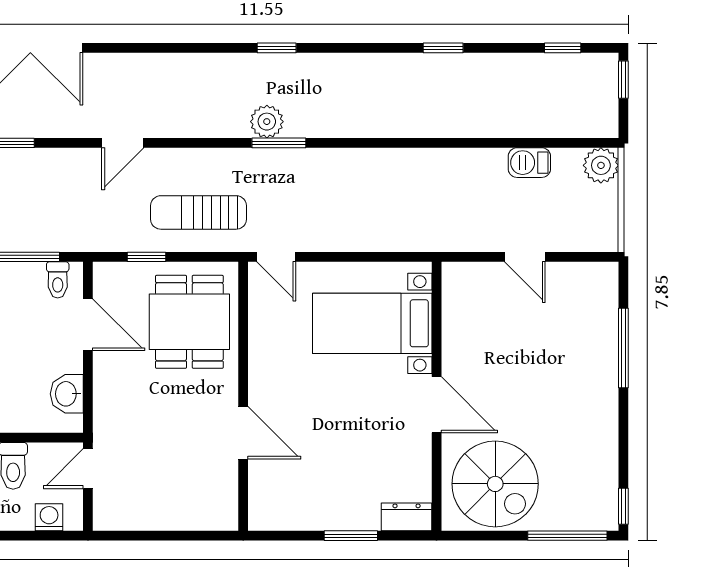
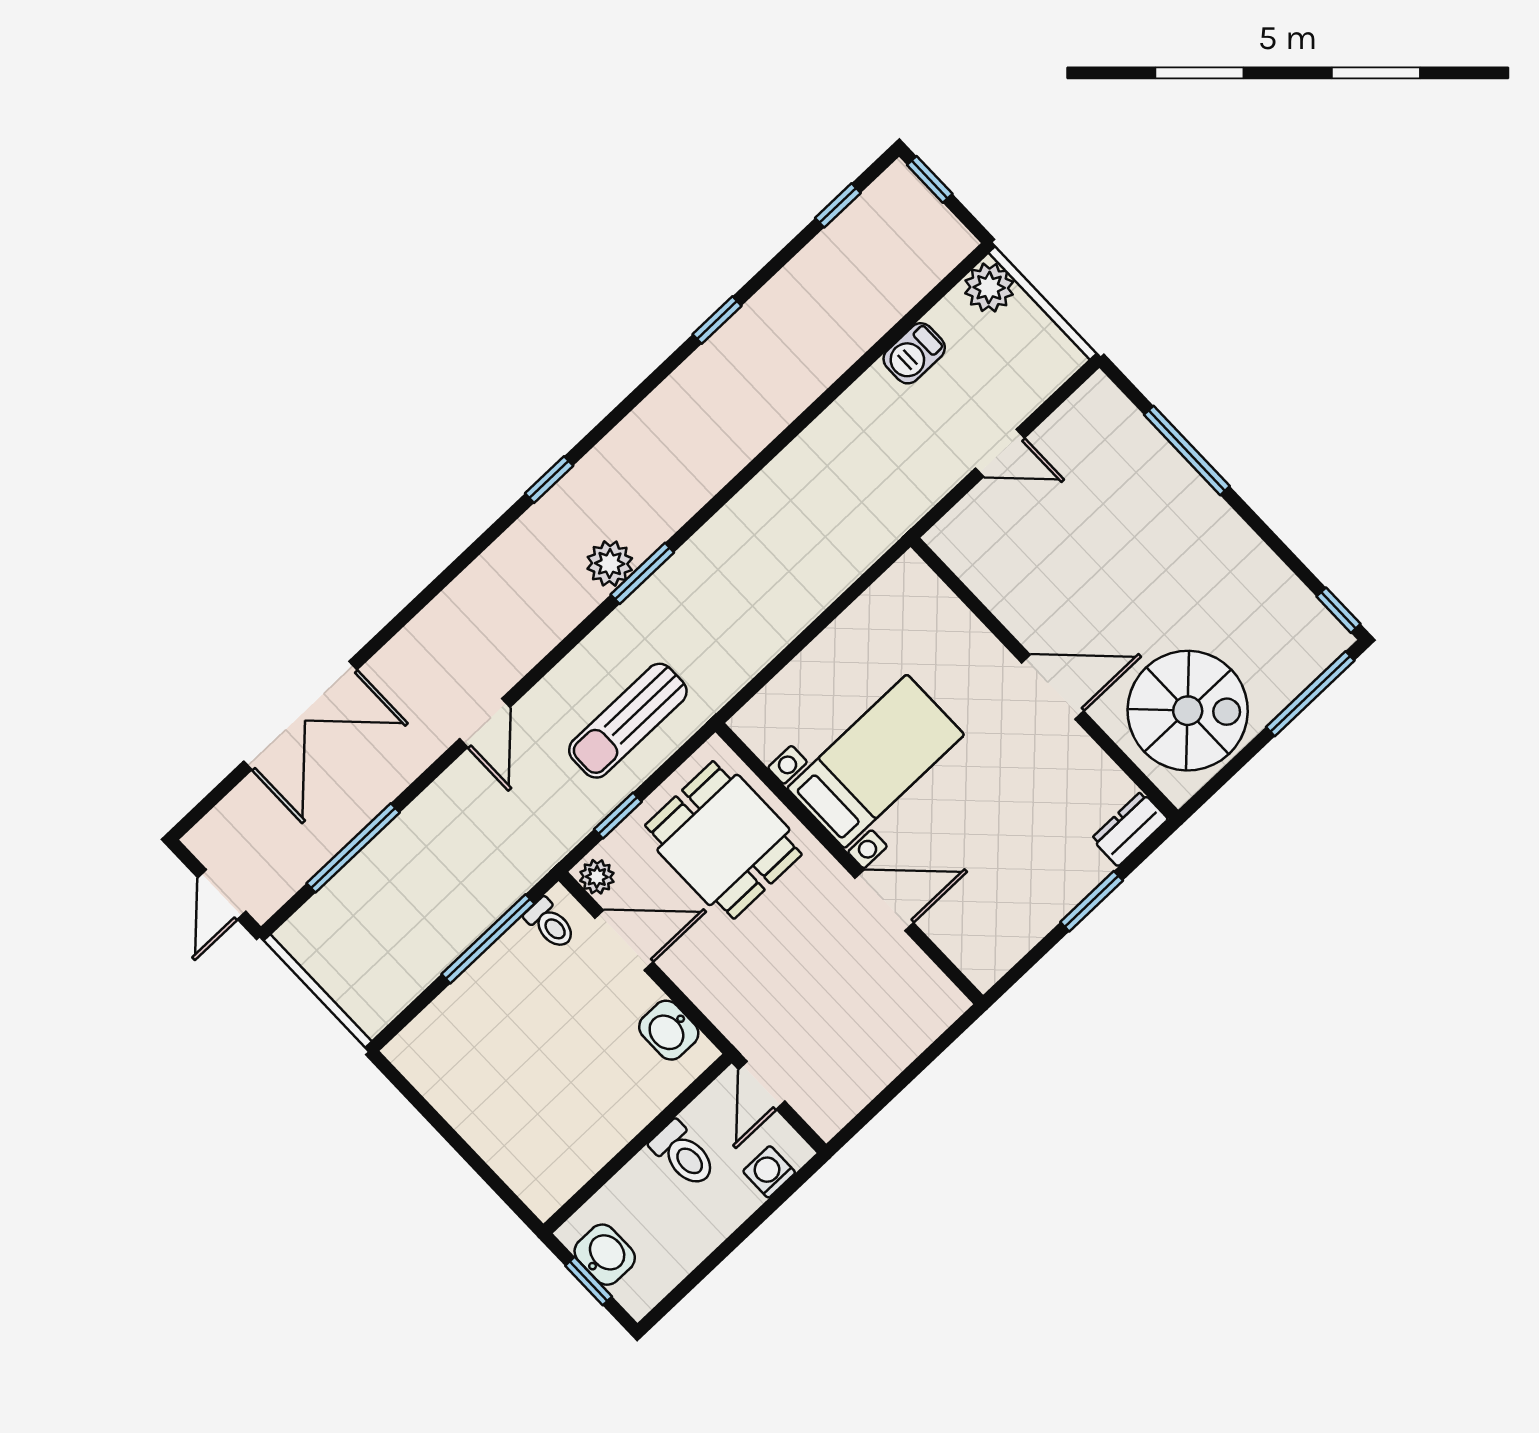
door: (276, 257) -> (749, 691), removed
plant: (105, 278) -> (597, 877), added
bed with nightstands: (372, 323) -> (876, 761), moved, turned 180

